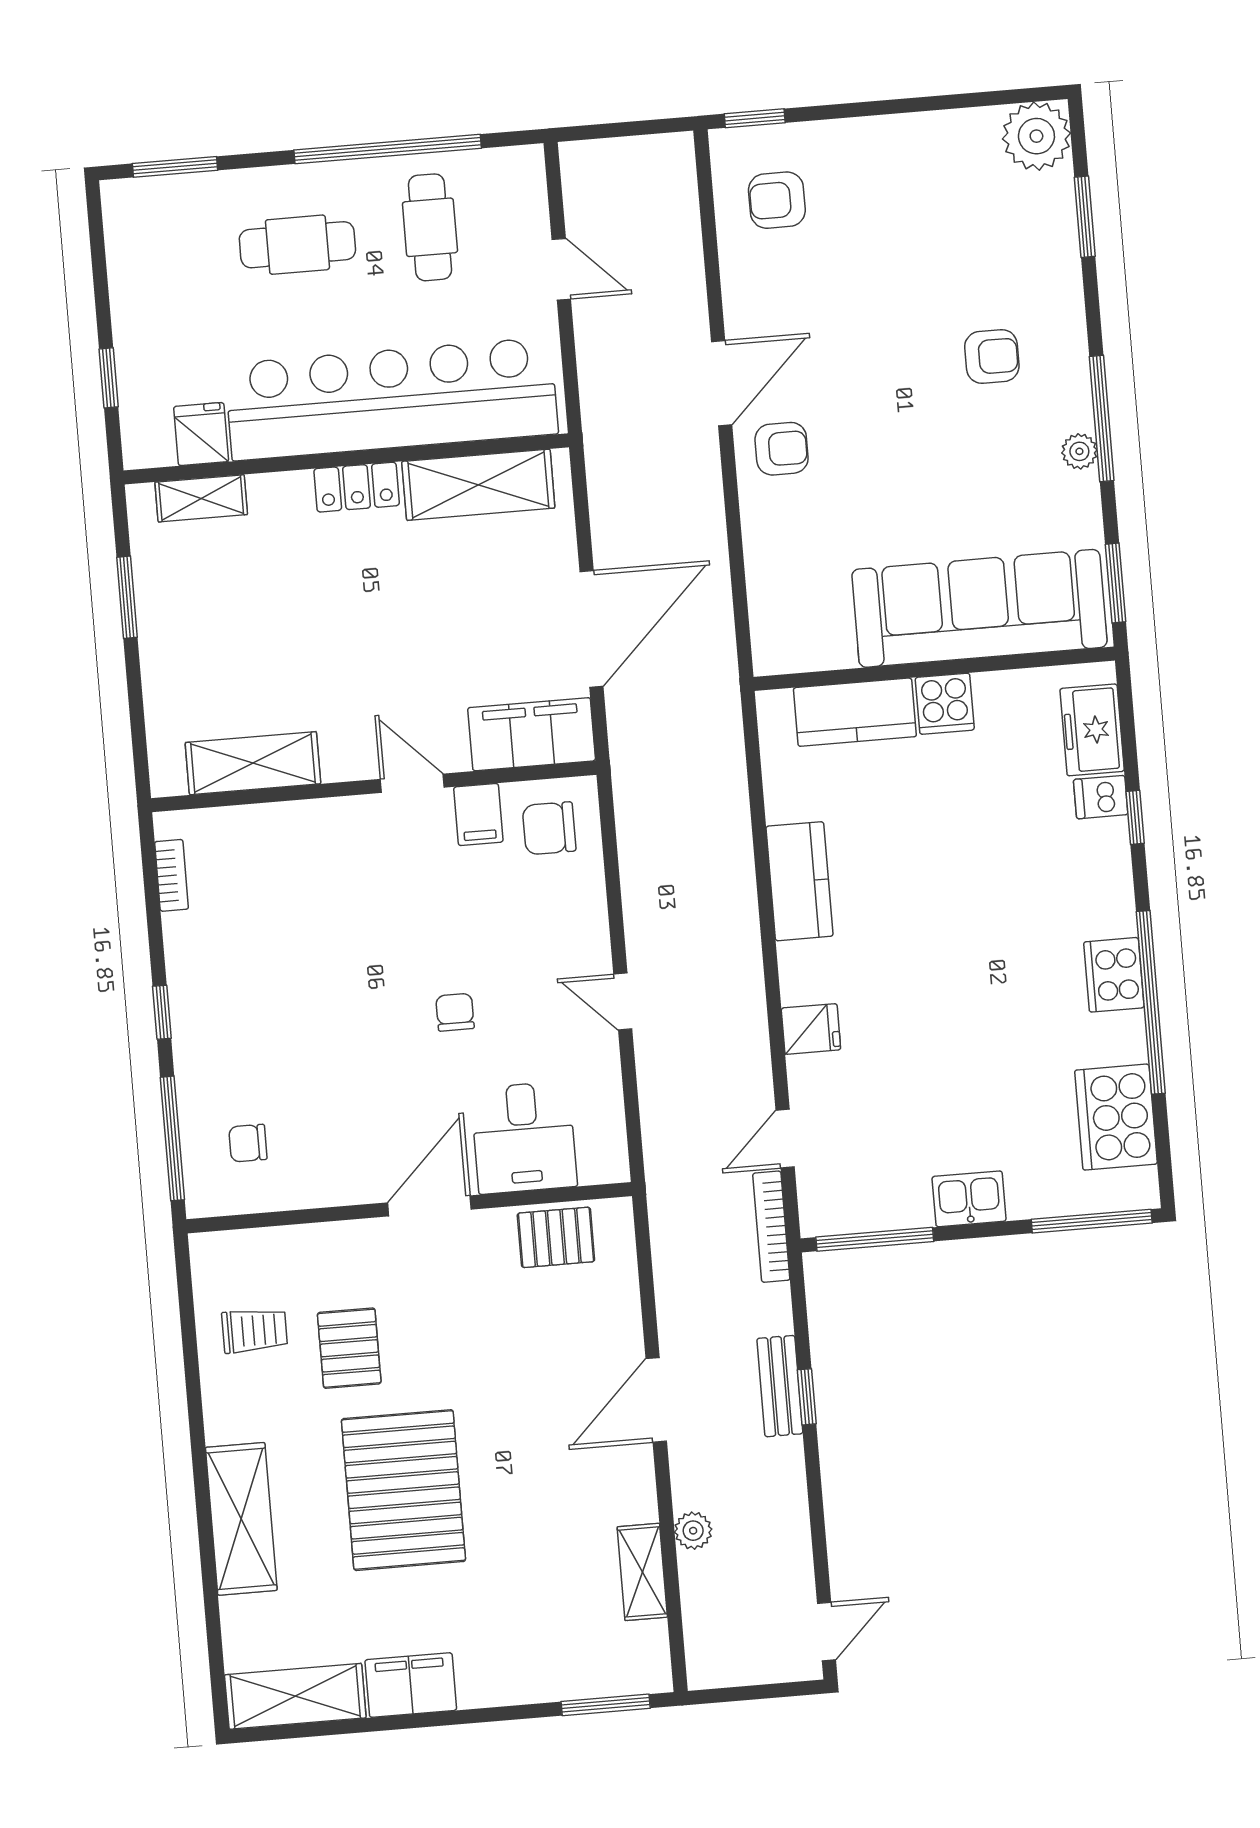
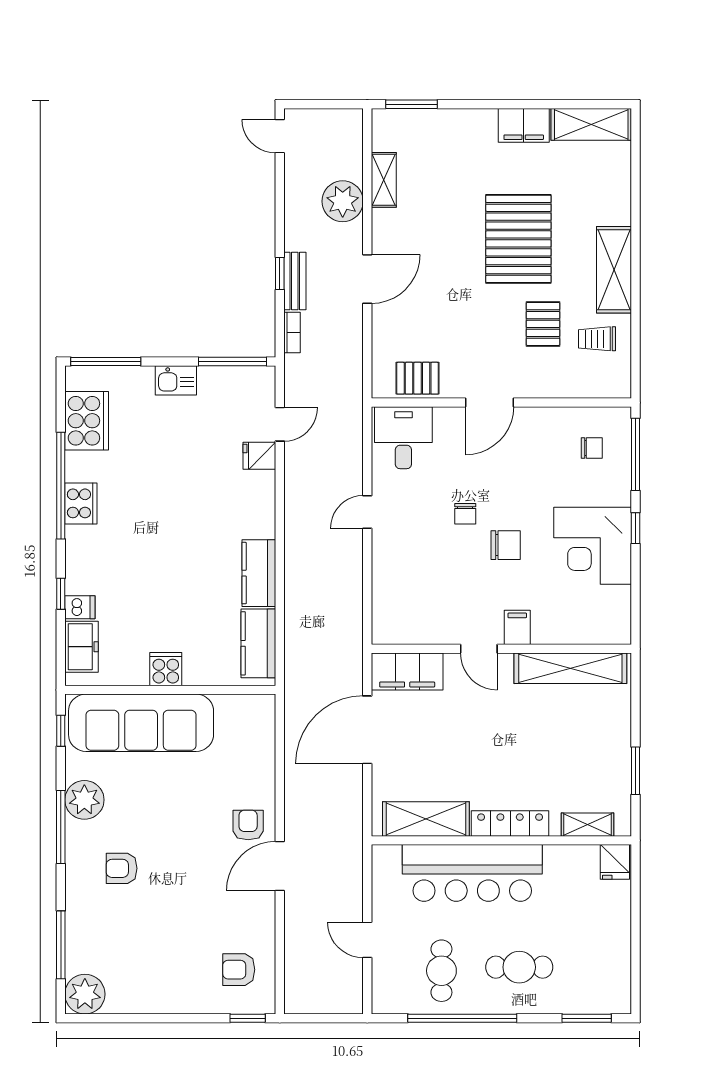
armchair: (777, 200) -> (239, 970), turned 180
window: (1085, 217) -> (61, 945), width x1.44
window: (109, 378) -> (635, 899), removed
bar counter: (391, 399) -> (472, 873), width x0.73
fridge: (201, 434) -> (615, 862), moved
armchair: (782, 449) -> (248, 825), turned 90
plant: (1079, 451) -> (84, 800), width x1.87, depth x1.87
locker: (357, 487) -> (510, 823), width x1.53
window: (1115, 583) -> (61, 731), width x0.67
kitchen counter: (855, 712) -> (258, 643), moved, turned -90
shelving: (253, 763) -> (570, 668), width x1.47
filing cabinet: (478, 815) -> (517, 627), moved
chair: (549, 828) -> (506, 545), moved
bookcase: (172, 875) -> (623, 607), removed
corner desk: (233, 976) -> (593, 546), added
door: (623, 1001) -> (367, 512), swing flipped
fridge: (811, 1029) -> (259, 456), moved
desk: (524, 1138) -> (403, 438), moved
bookcase: (771, 1227) -> (292, 332), moved, width x0.64
shelving: (241, 1519) -> (614, 270), moved
plant: (693, 1531) -> (343, 201), width x1.88, depth x1.88
door: (826, 1631) -> (280, 136), hinge flipped

